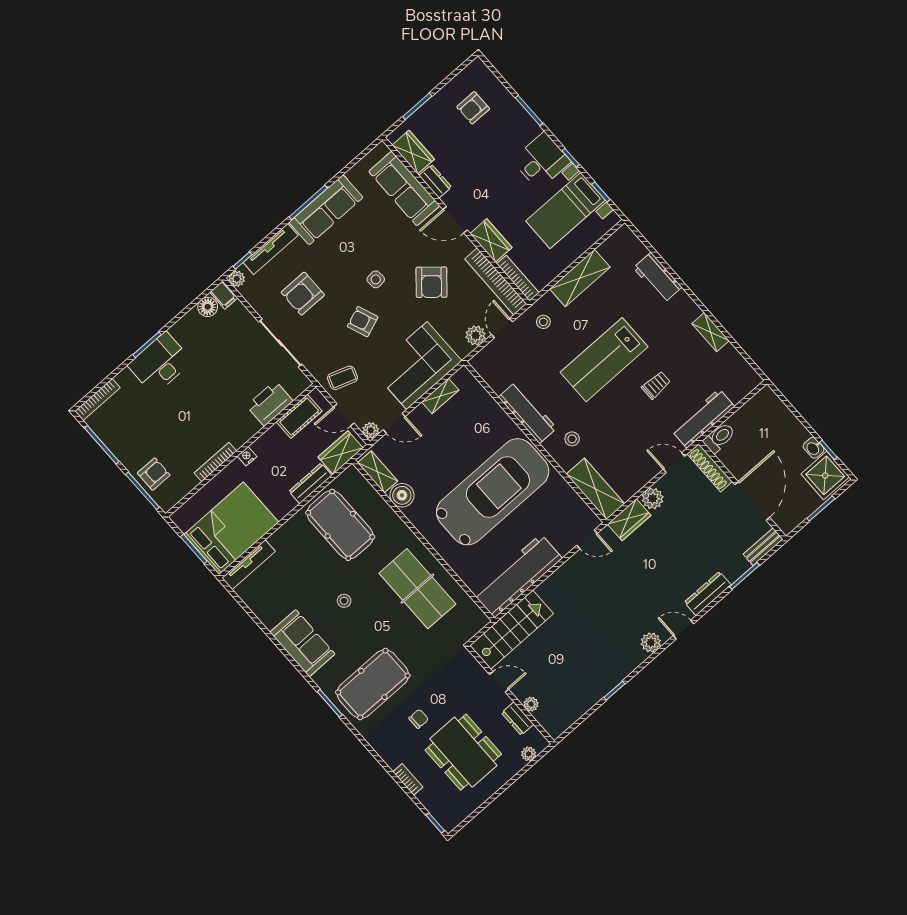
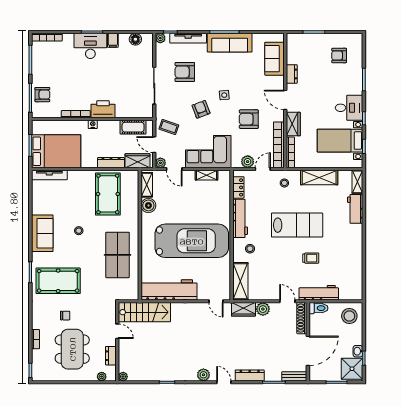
wardrobe: (413, 152) -> (293, 52), removed
sofa: (404, 188) -> (274, 59), width x0.73
armchair: (432, 282) -> (249, 119), turned 49
filing cabinet: (224, 295) -> (113, 40), moved
shelving: (711, 332) -> (357, 182), moved
lab bench: (604, 360) -> (297, 225), turned 180
locker: (492, 377) -> (238, 187), added
printer: (270, 403) -> (103, 109), moved
stool: (765, 414) -> (349, 316), added
plant: (531, 704) -> (123, 377), moved

